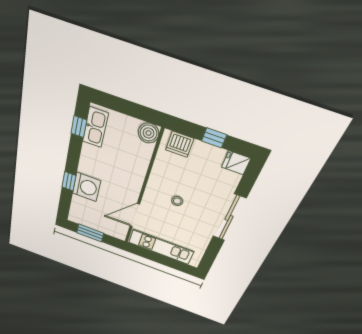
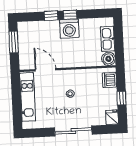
window: (79, 127) -> (70, 15), moved
kitchen sink: (95, 127) -> (108, 39), moved, turned 90
washing machine: (86, 187) -> (69, 29), moved

